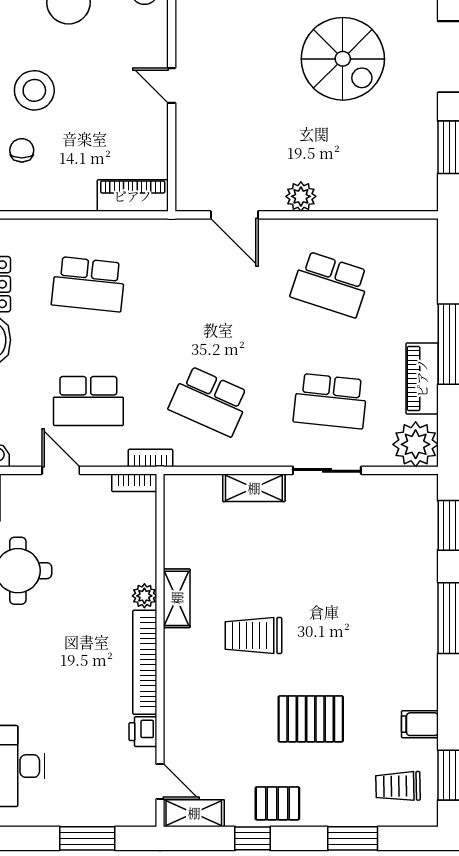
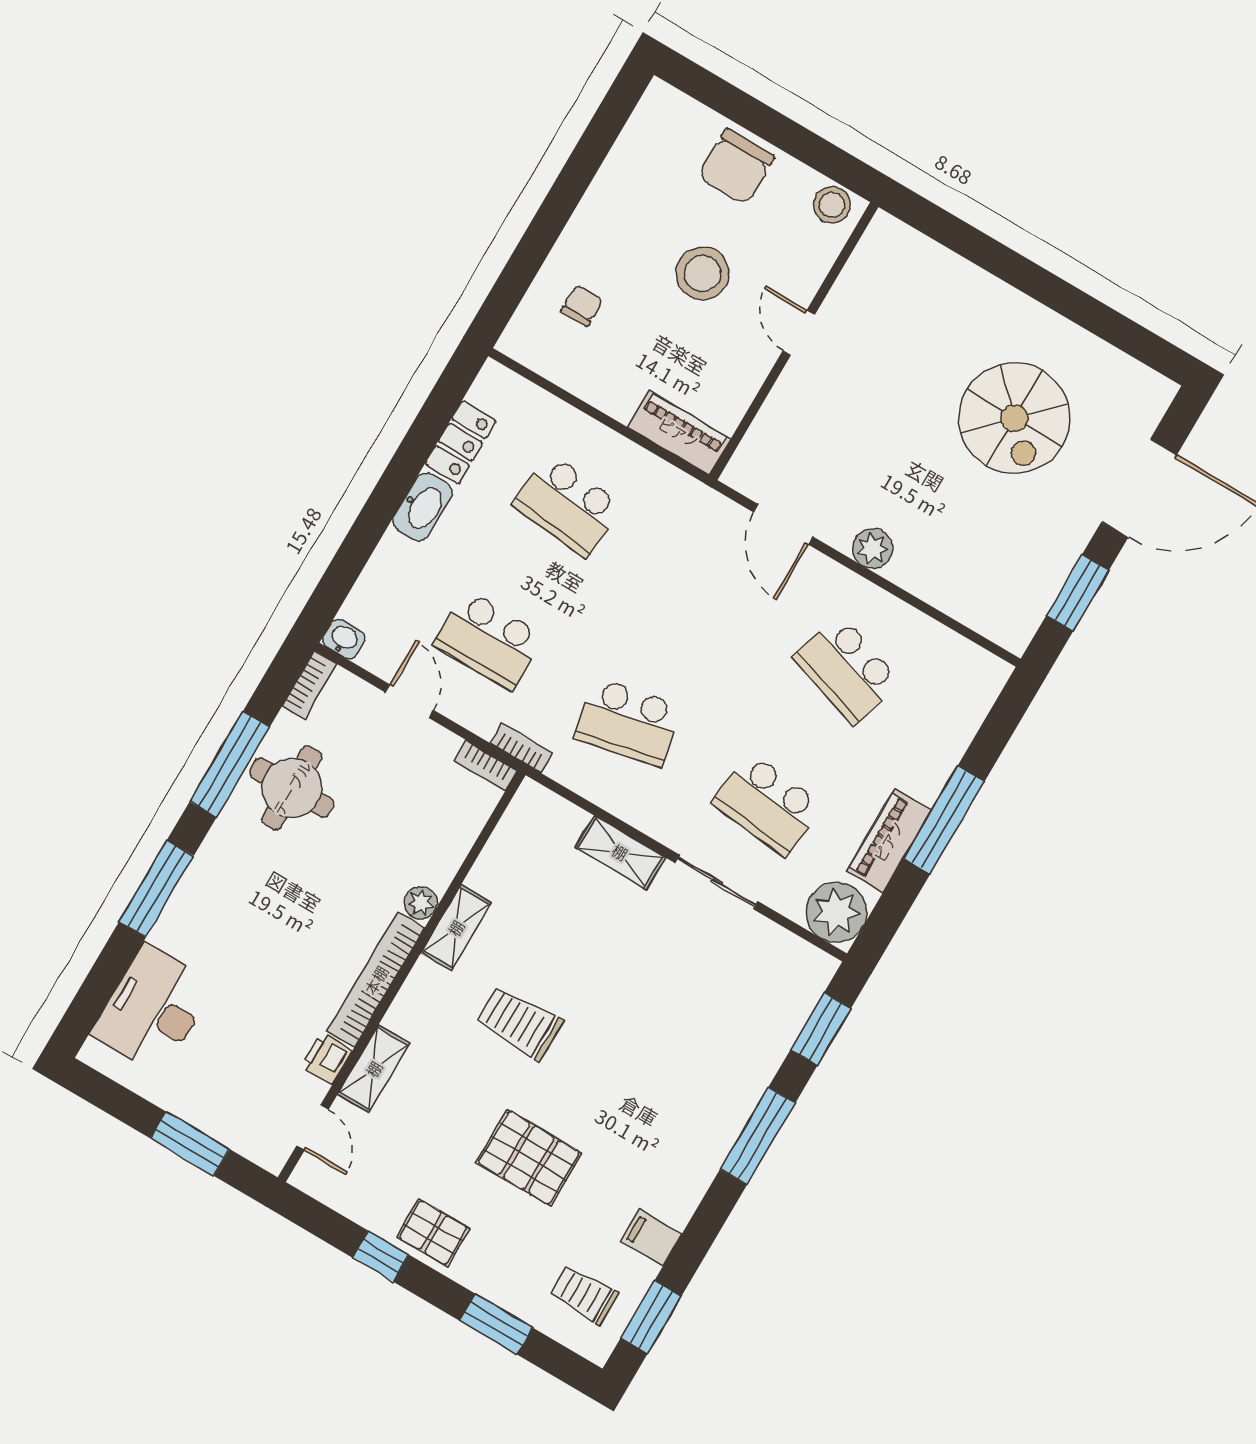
stool: (34, 90) -> (703, 273), moved
school desk: (209, 401) -> (628, 722), turned -36
shelving: (194, 813) -> (374, 1069), moved, turned 90

